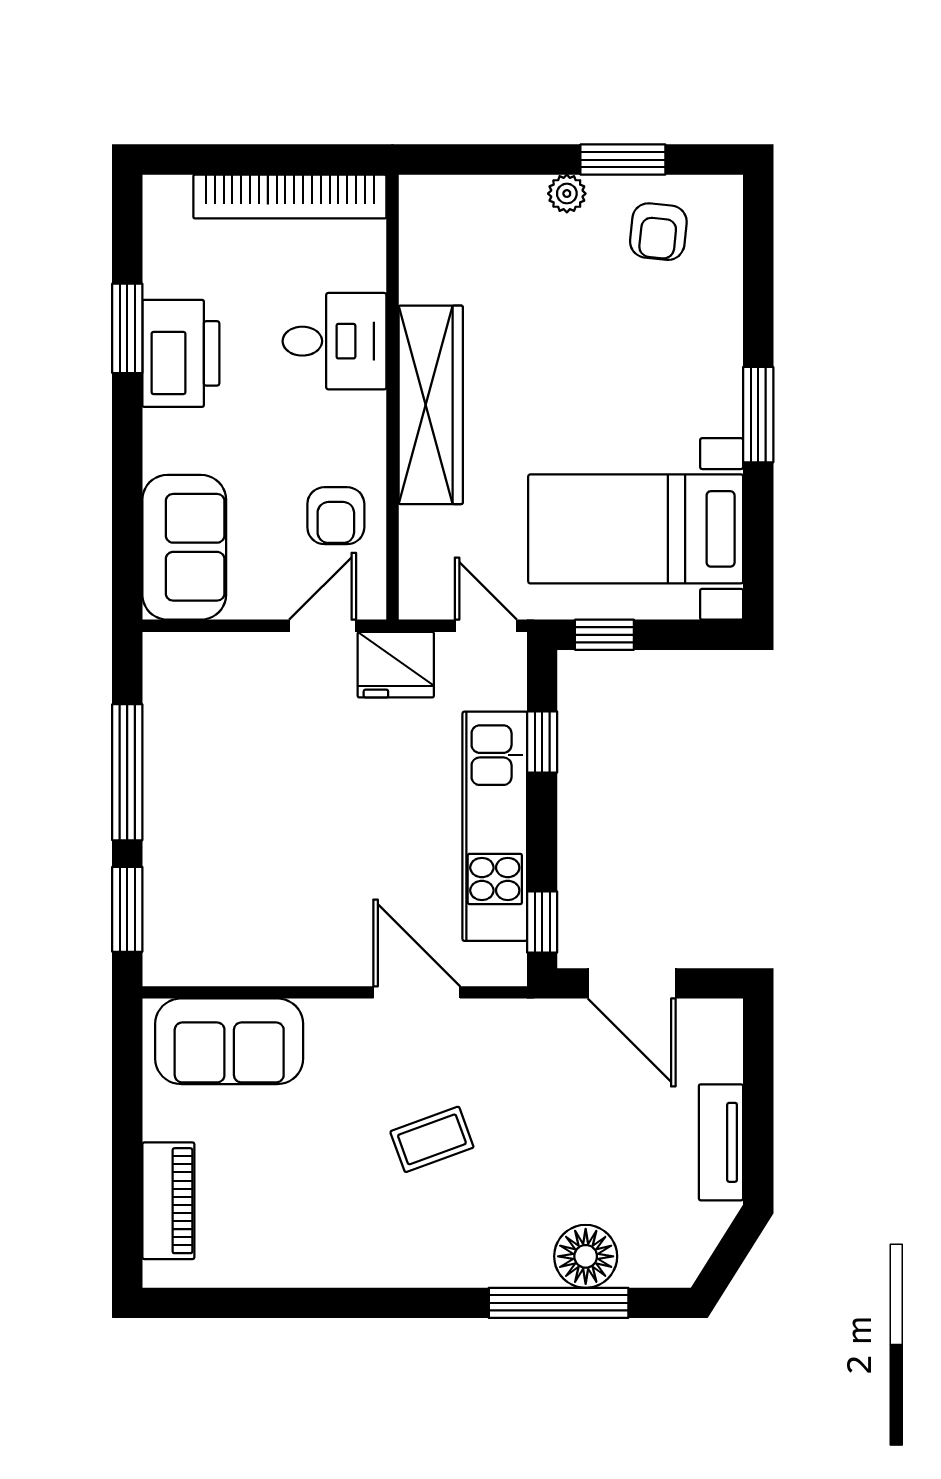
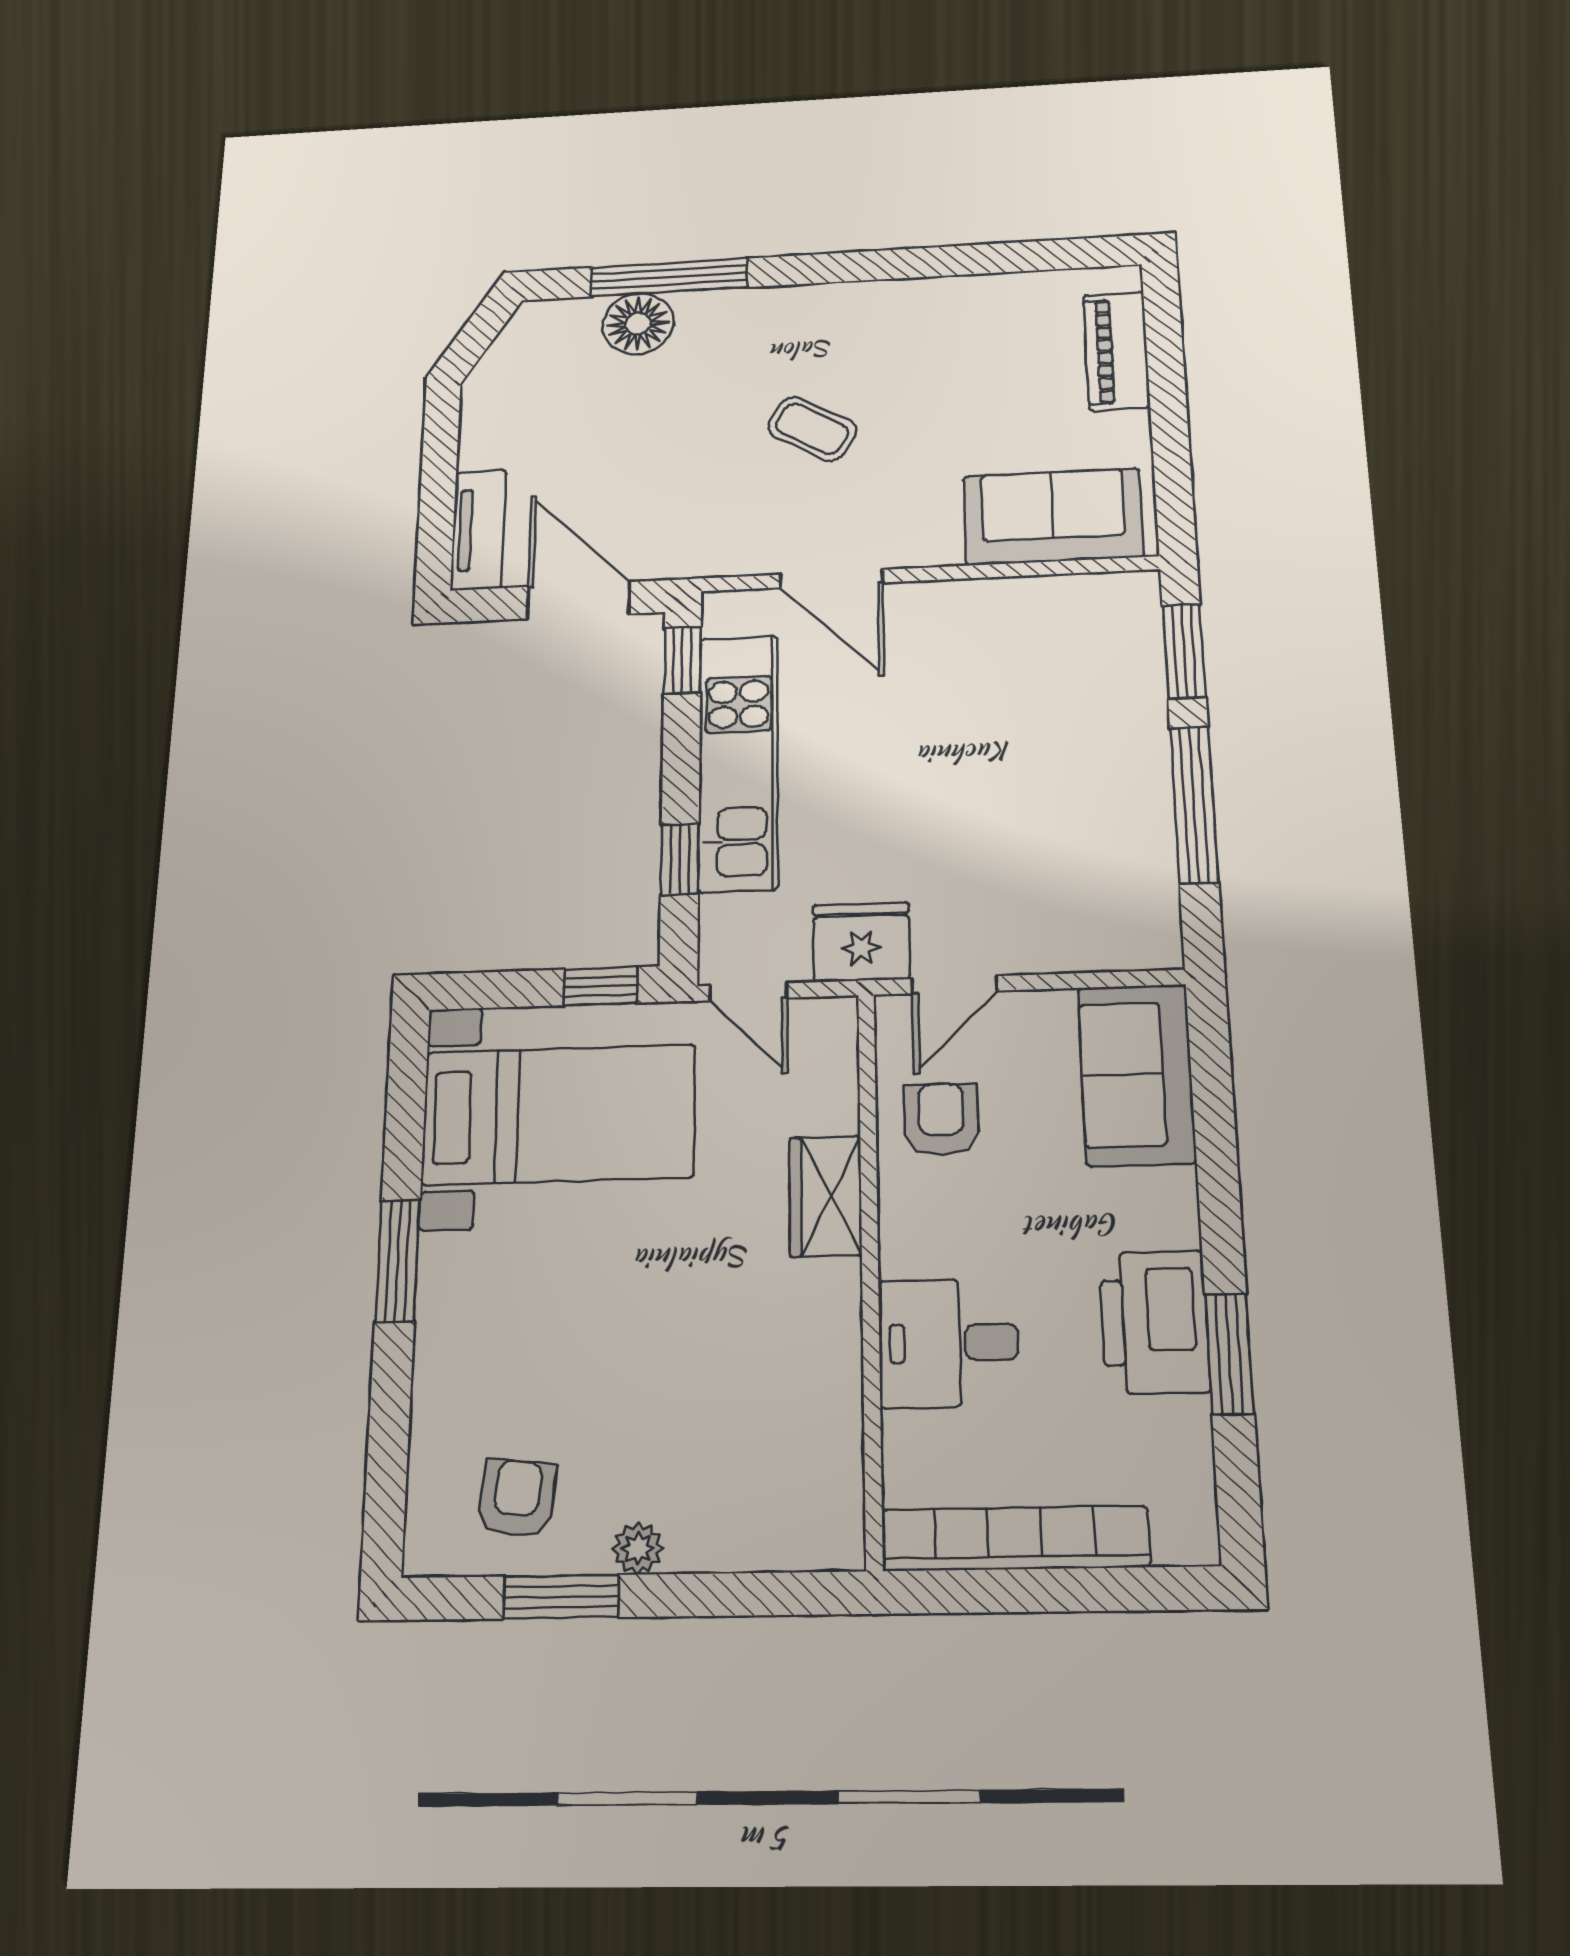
wardrobe: (431, 405) -> (825, 1196), width x0.48, depth x0.85
coffee table: (432, 1139) -> (812, 429), turned 51
tv unit: (721, 1142) -> (478, 530), moved

